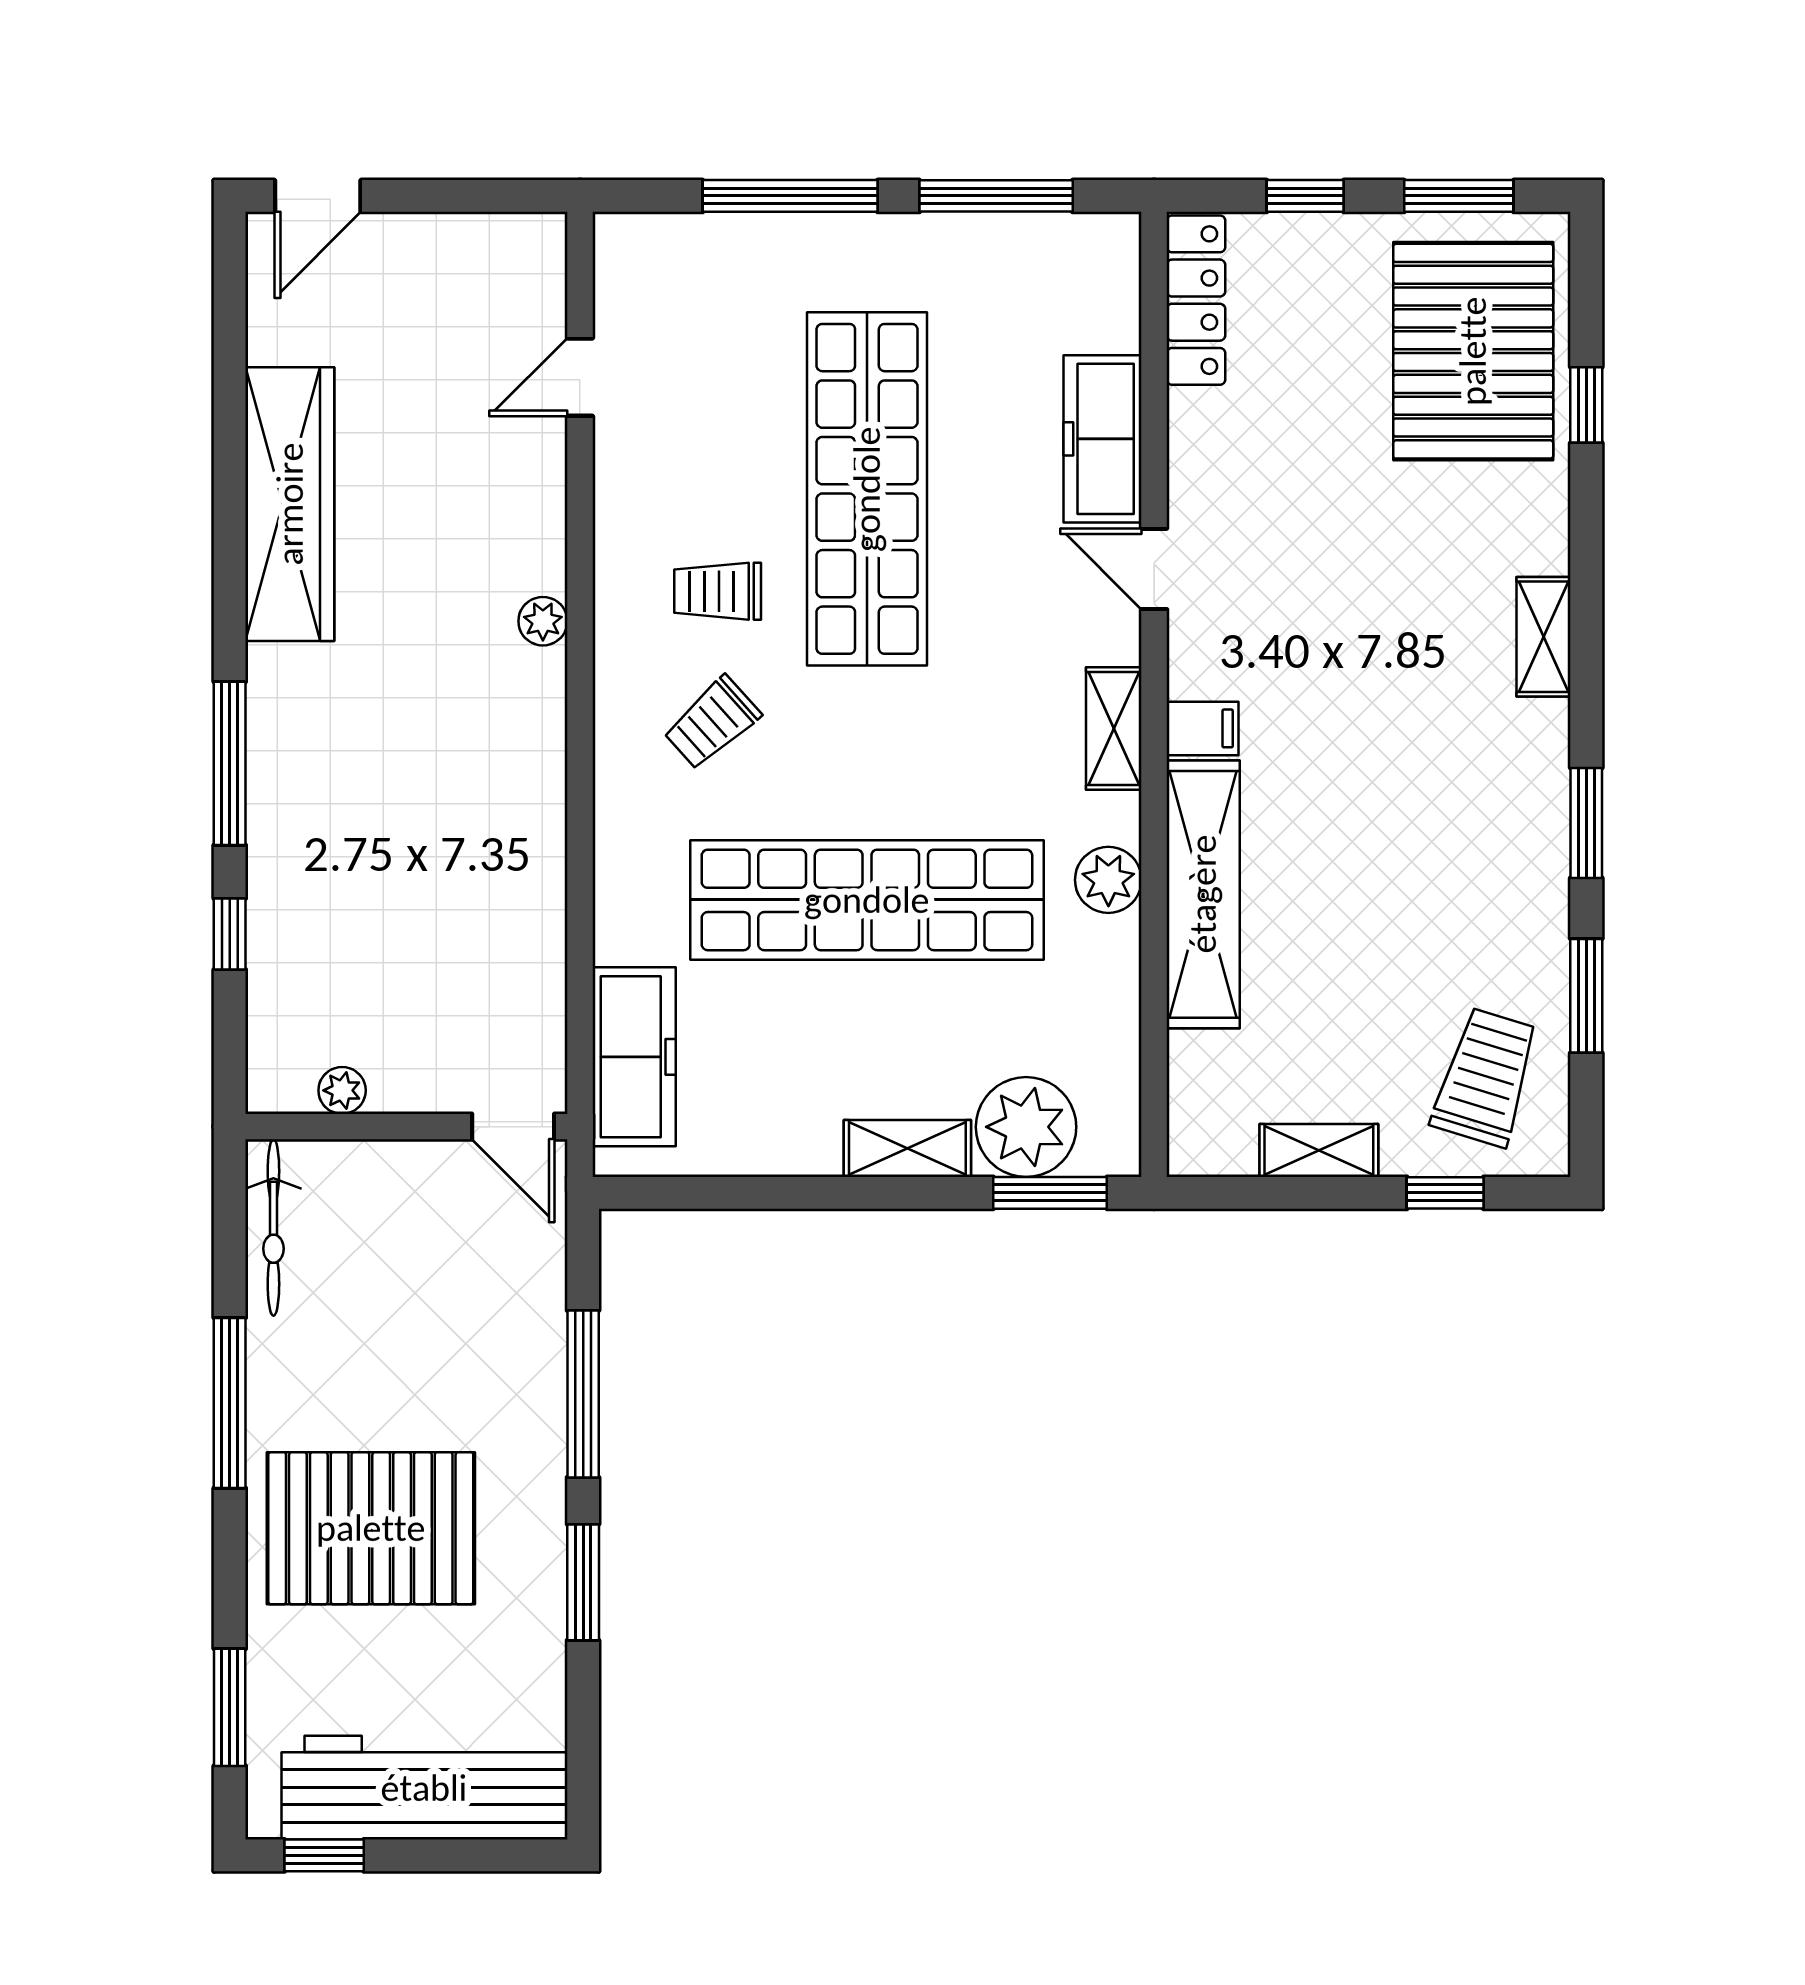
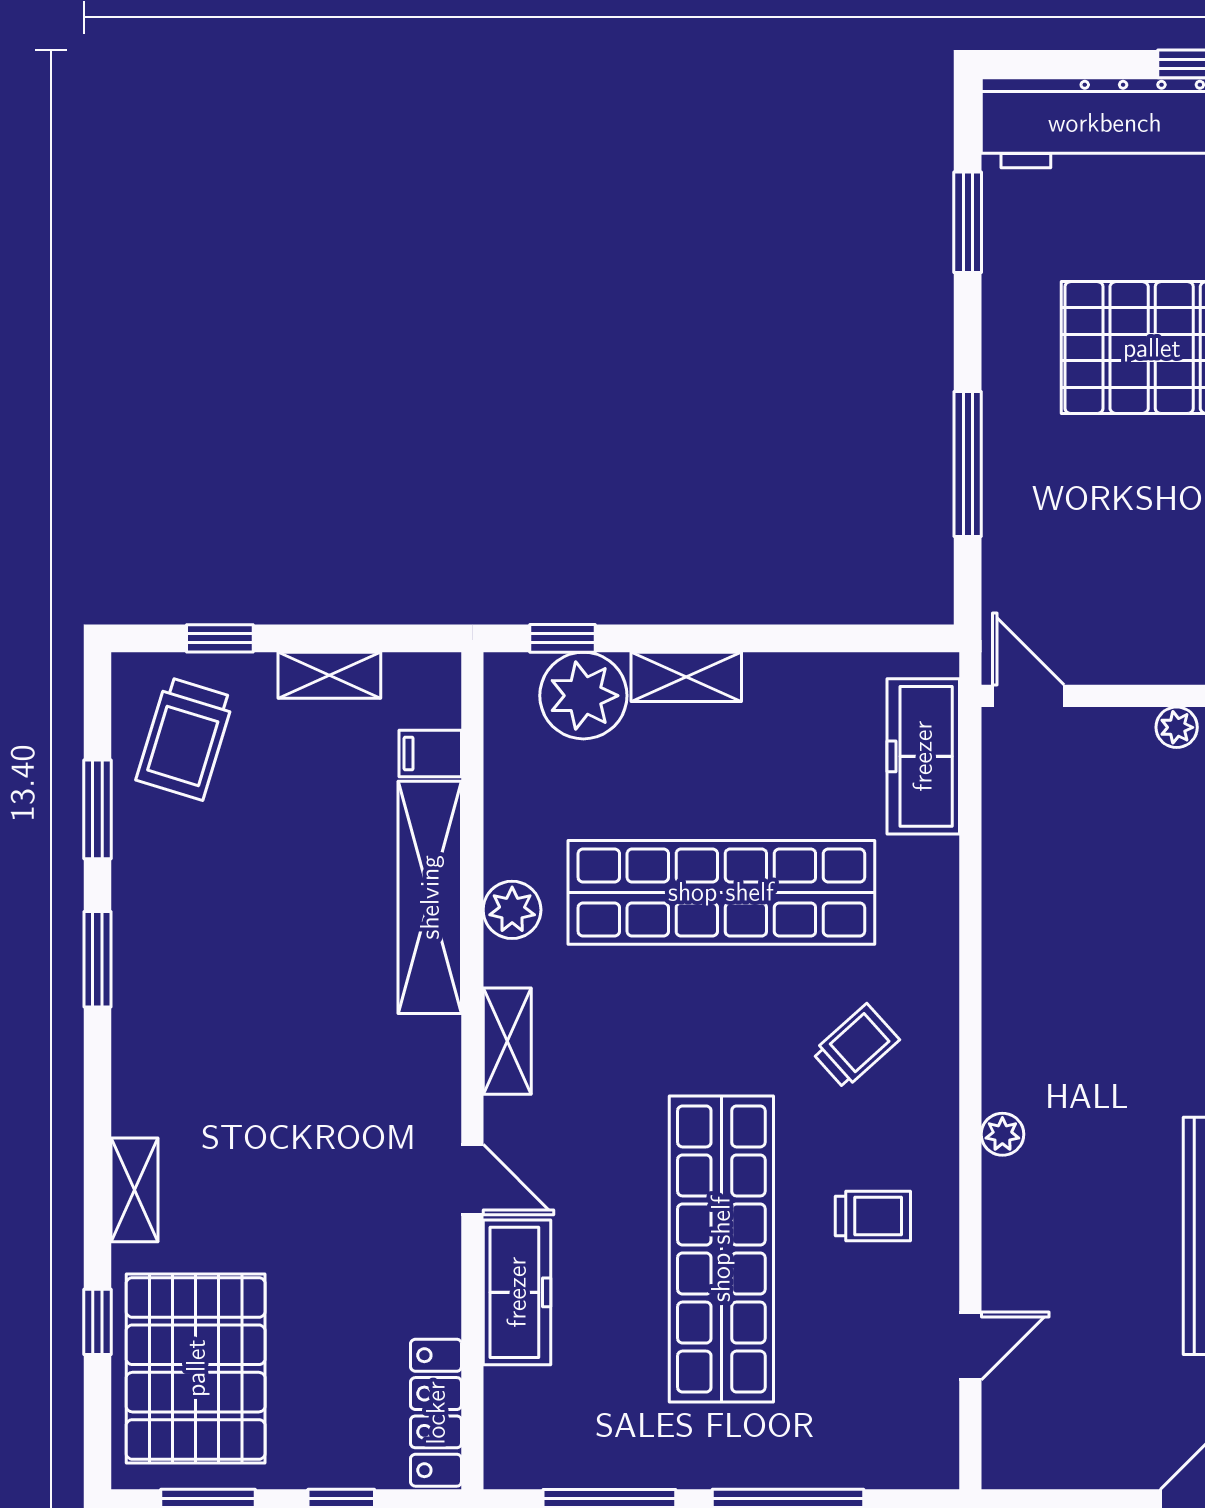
trolley: (718, 591) -> (873, 1216), moved
shelving: (1544, 637) -> (135, 1190), moved
filing cabinet: (1203, 728) -> (430, 753), moved
window: (1050, 1193) -> (563, 638), width x0.67
window: (583, 1582) -> (968, 222), moved

